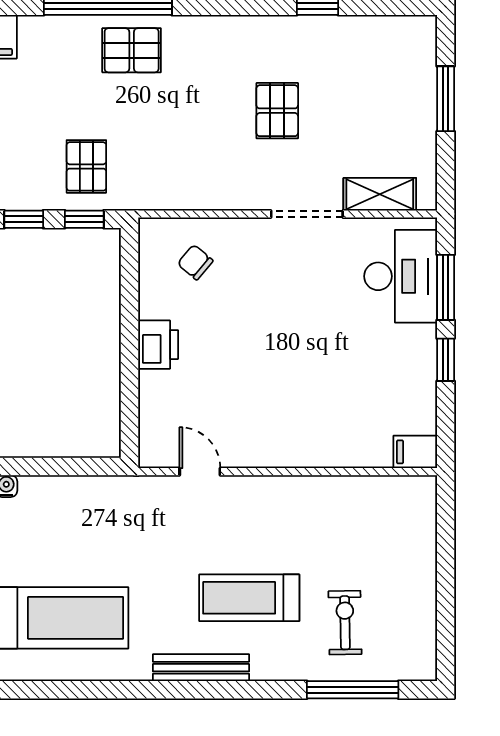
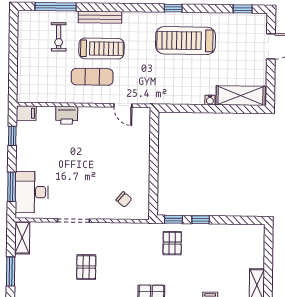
shelving: (380, 194) -> (22, 238), moved, turned 90
printer: (158, 345) -> (67, 115), moved, turned -90
window: (446, 360) -> (12, 136), moved
exercise mat: (269, 535) -> (92, 77), added
bench: (201, 668) -> (100, 17), moved
window: (91, 690) -> (173, 8), added

